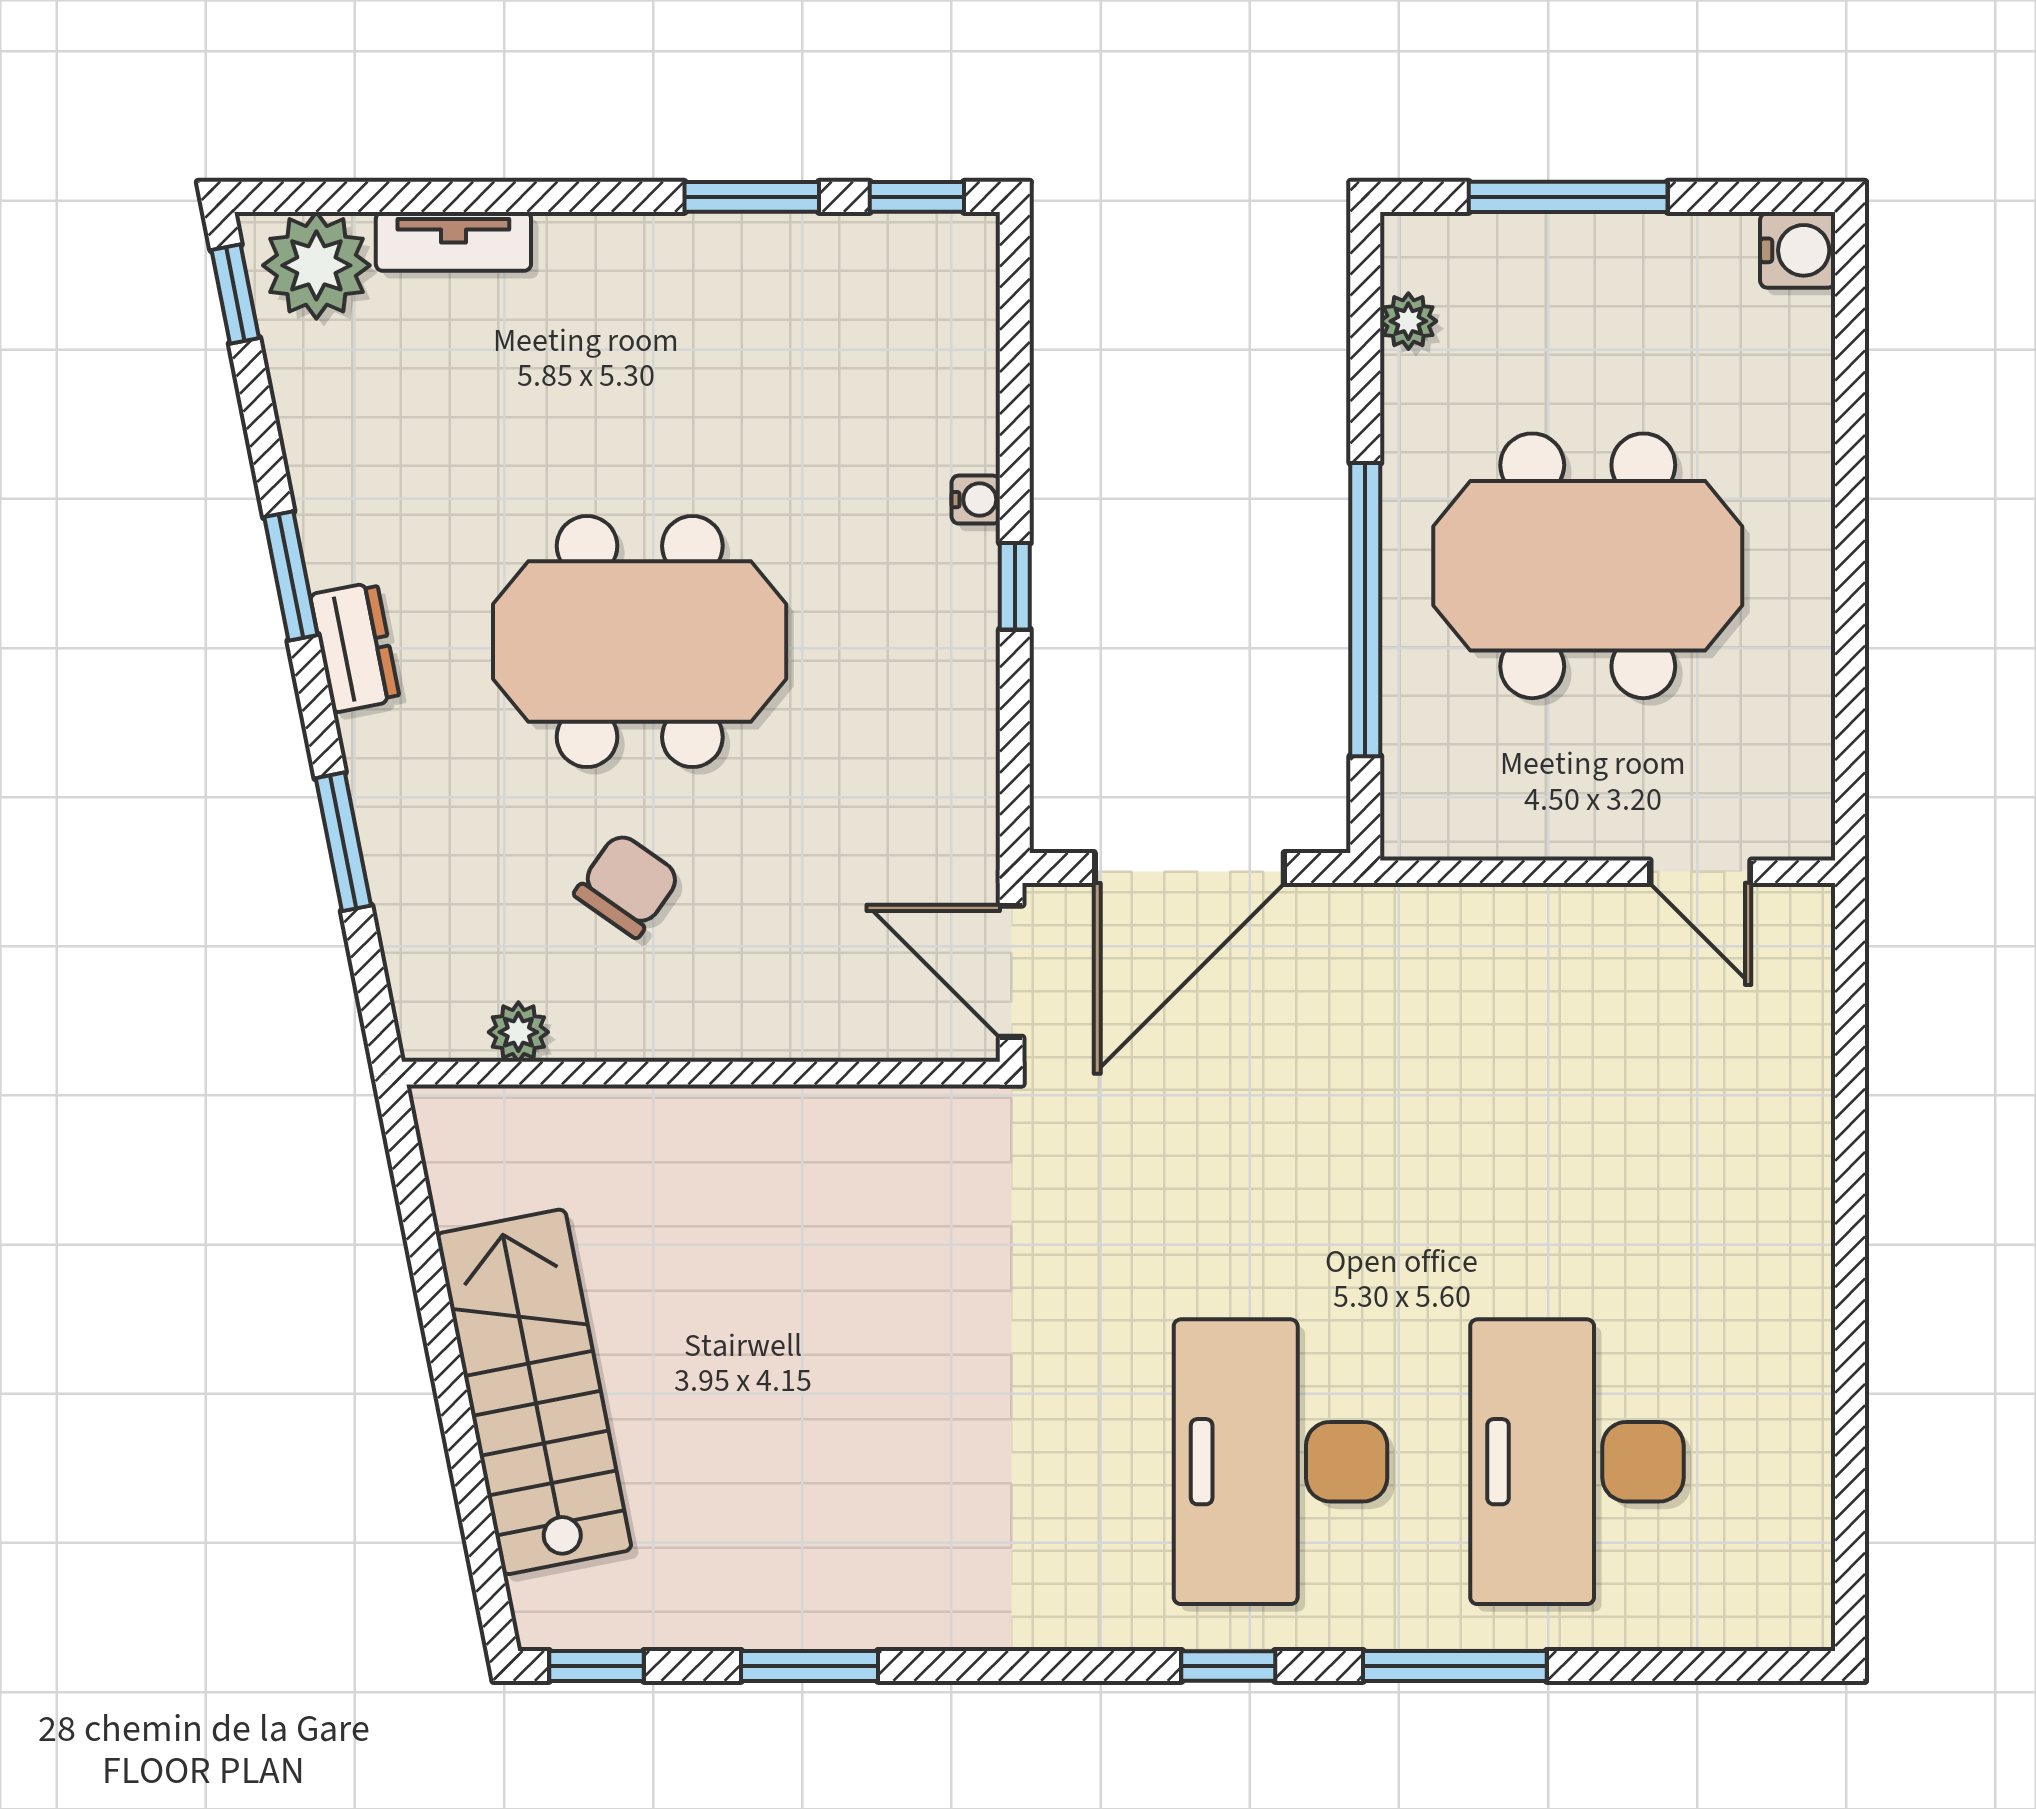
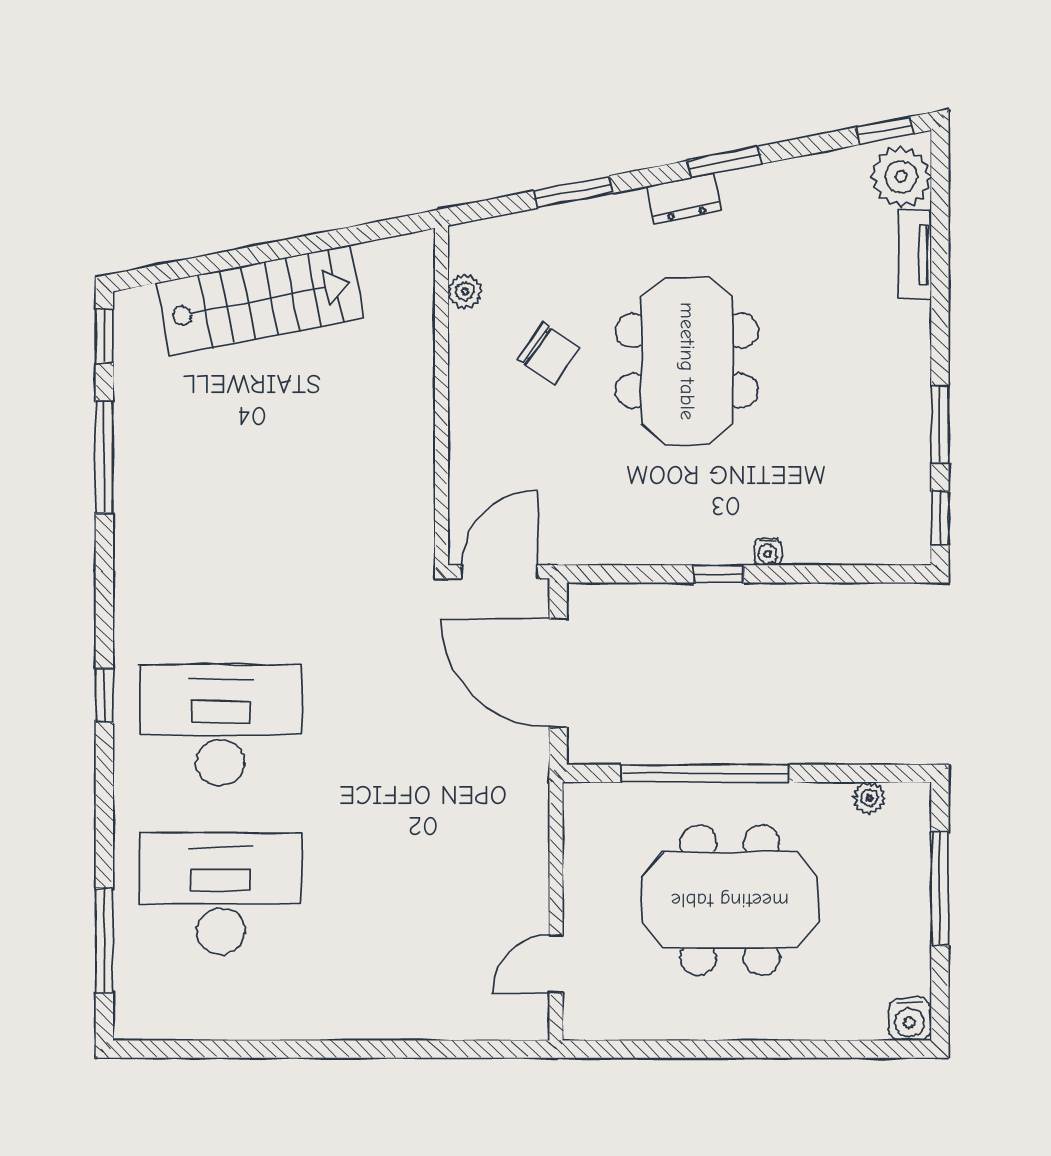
meeting table: (1588, 566) -> (730, 900), turned 90
window: (810, 1666) -> (104, 457), width x1.44
window: (1455, 1666) -> (104, 940), moved

